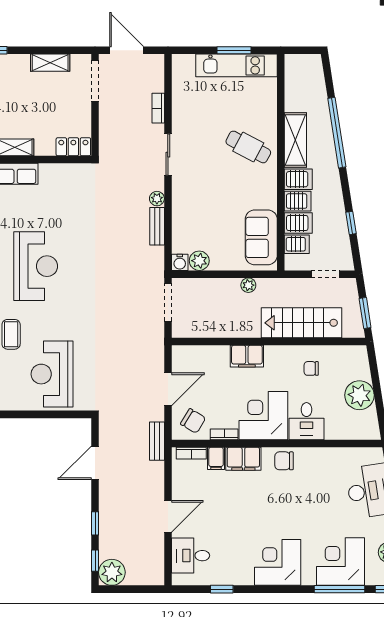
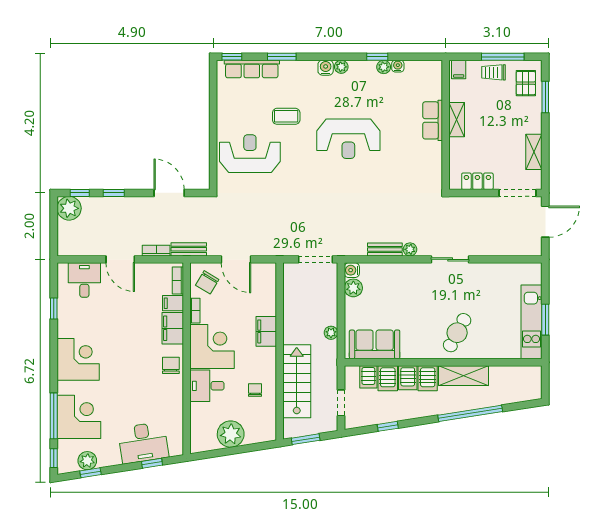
bookcase: (158, 108) -> (156, 251), moved
locker: (73, 147) -> (477, 181), moved, turned -90

